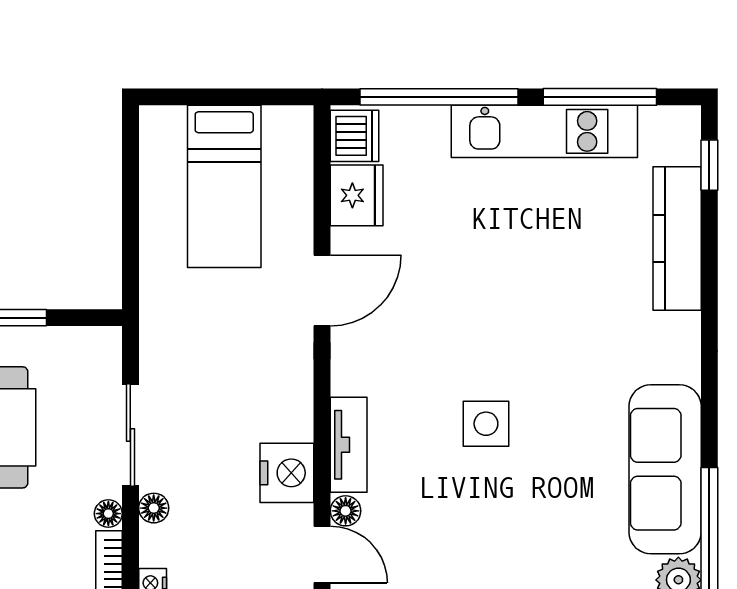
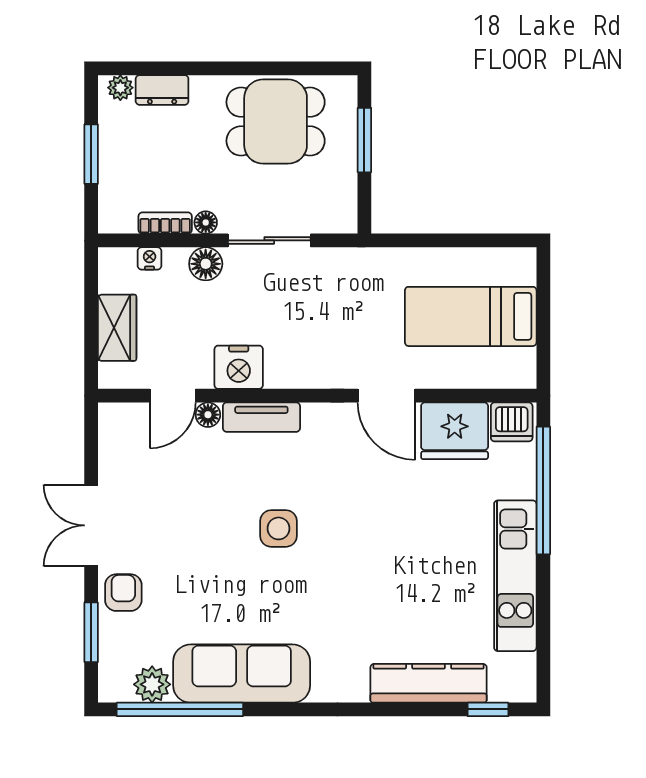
window: (600, 97) -> (543, 621), removed
fridge: (357, 195) -> (455, 431), width x1.36, depth x1.34
floor lamp: (154, 508) -> (206, 264), width x1.37, depth x1.37

